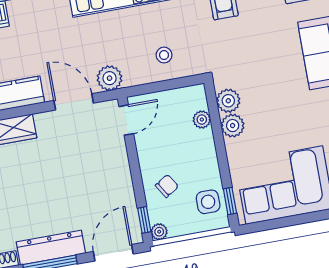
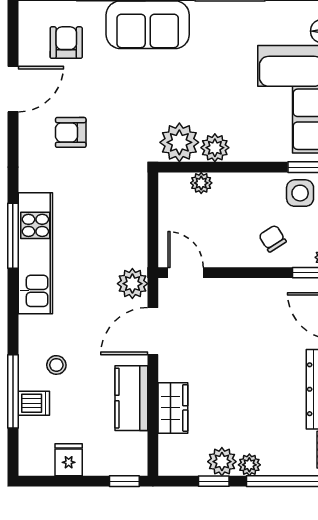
stool: (164, 55) -> (56, 365), moved
plant: (228, 101) -> (179, 142), width x1.36, depth x1.36

